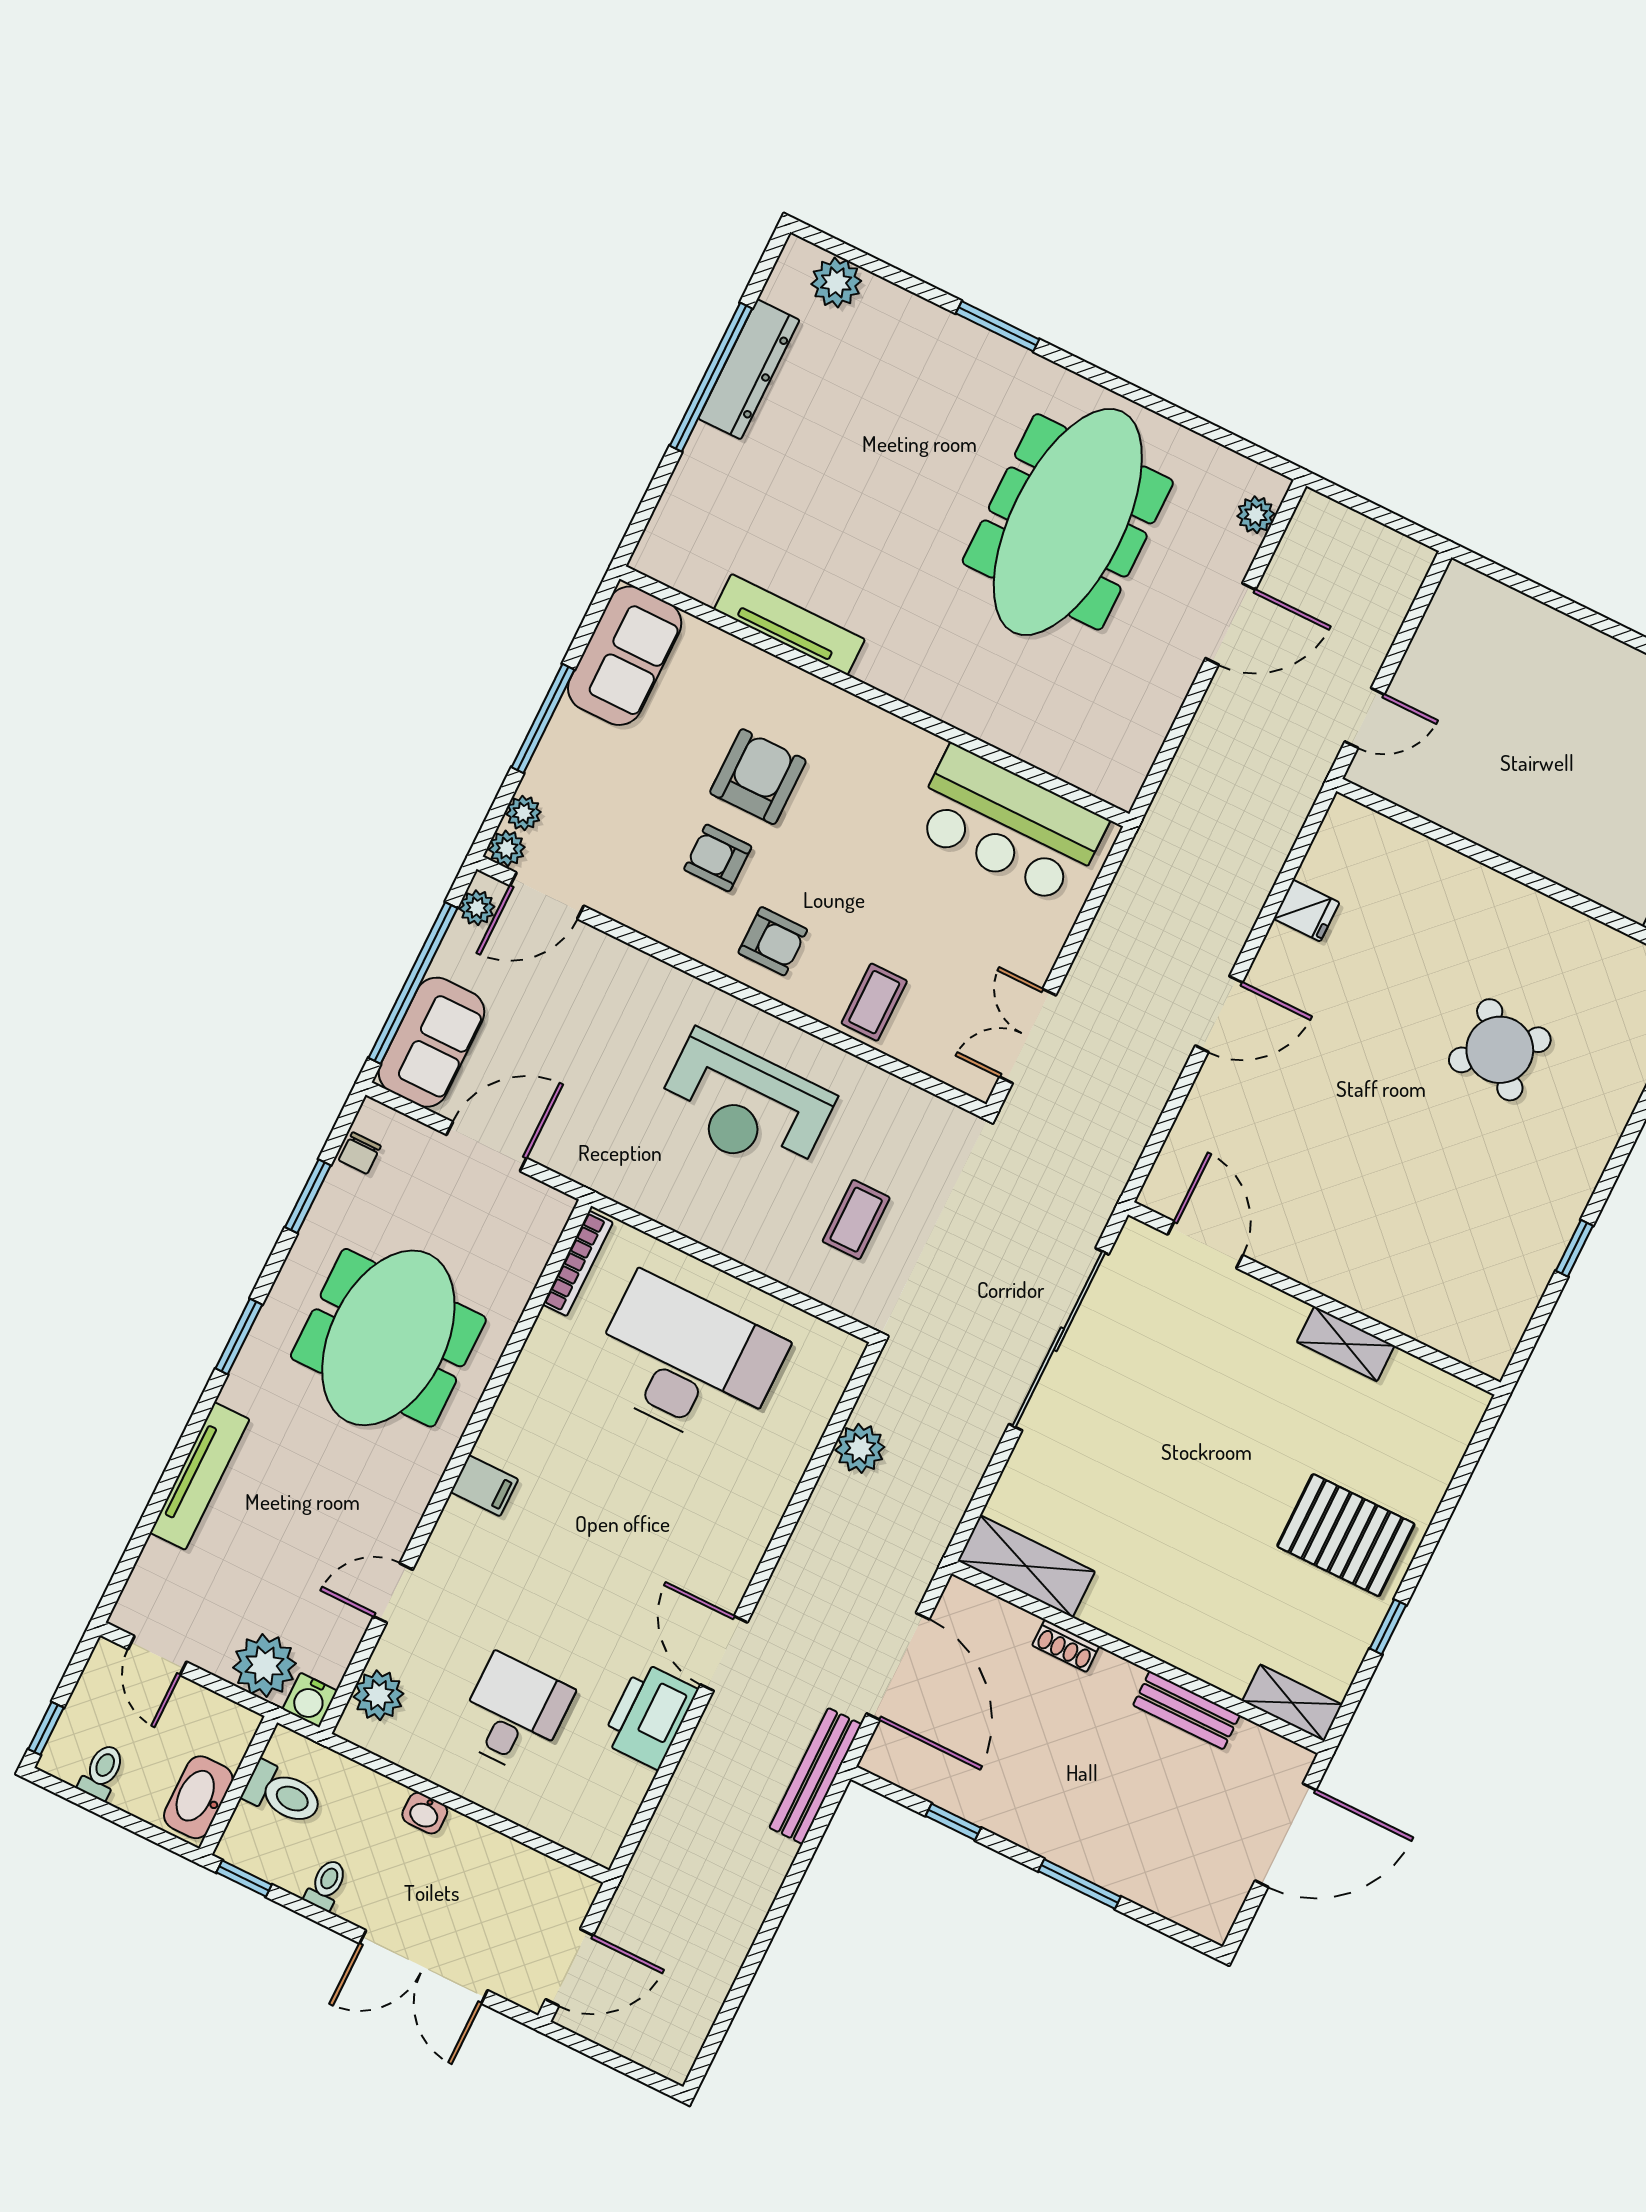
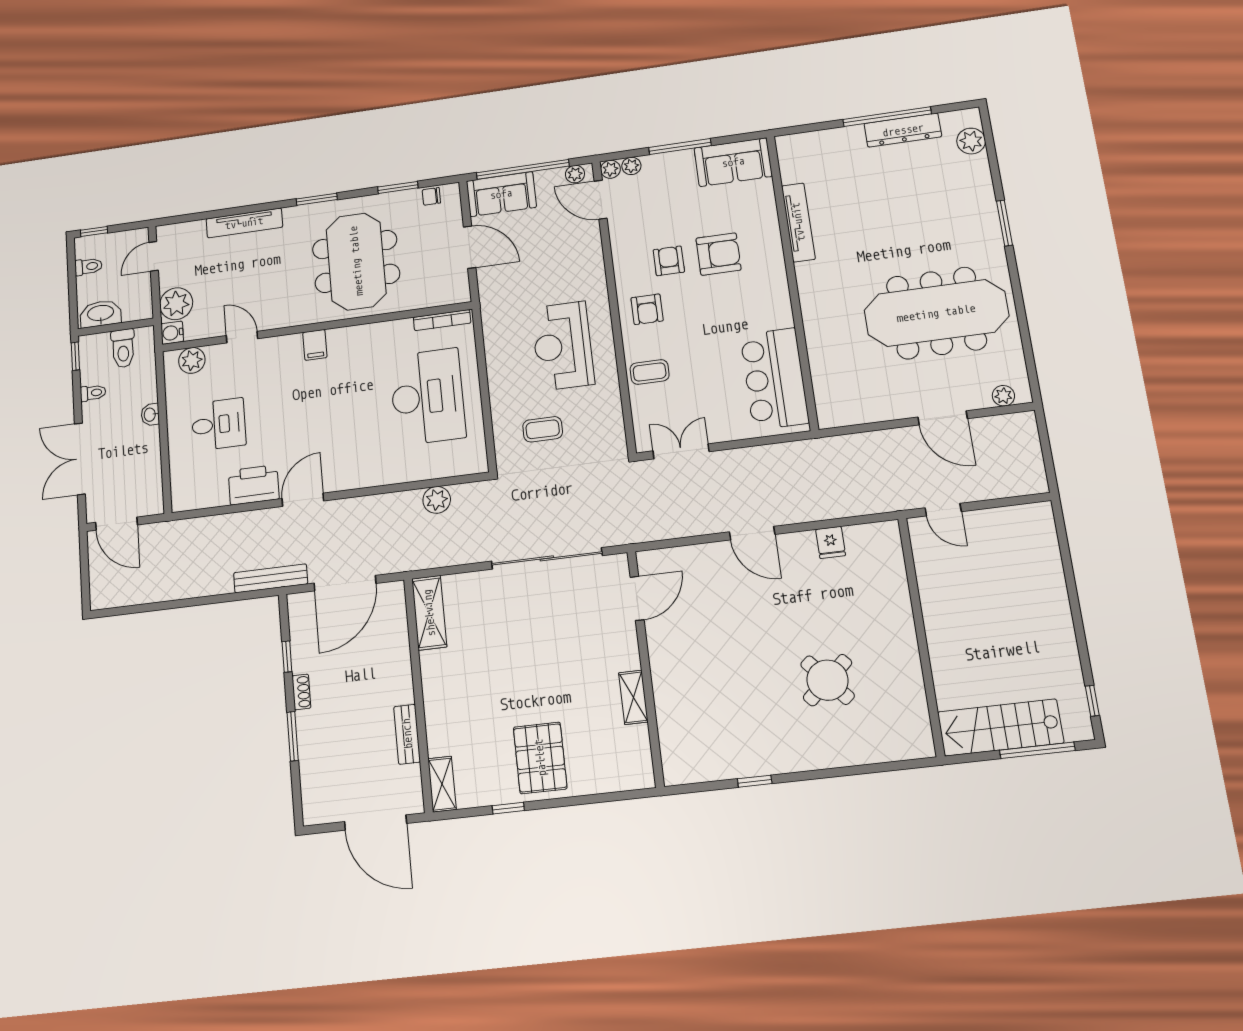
meeting table: (388, 1338) -> (356, 261), turned 90
shoe rack: (1066, 1646) -> (301, 692), moved, turned 180

